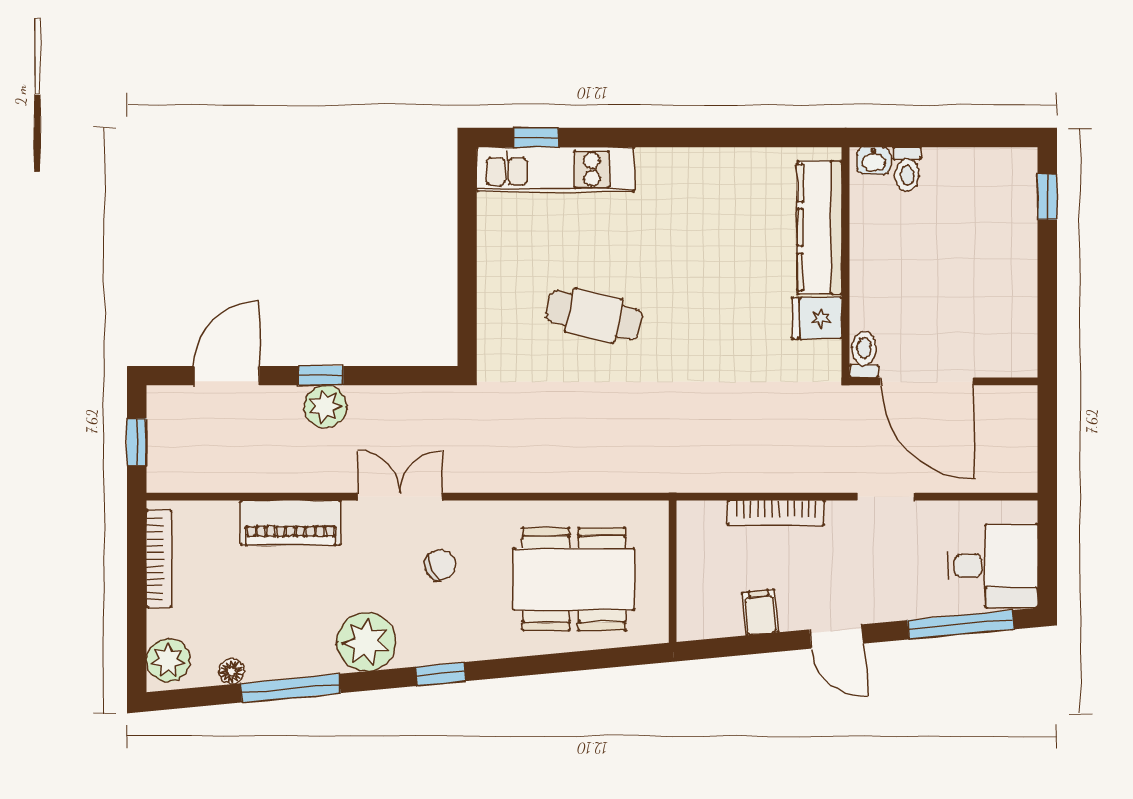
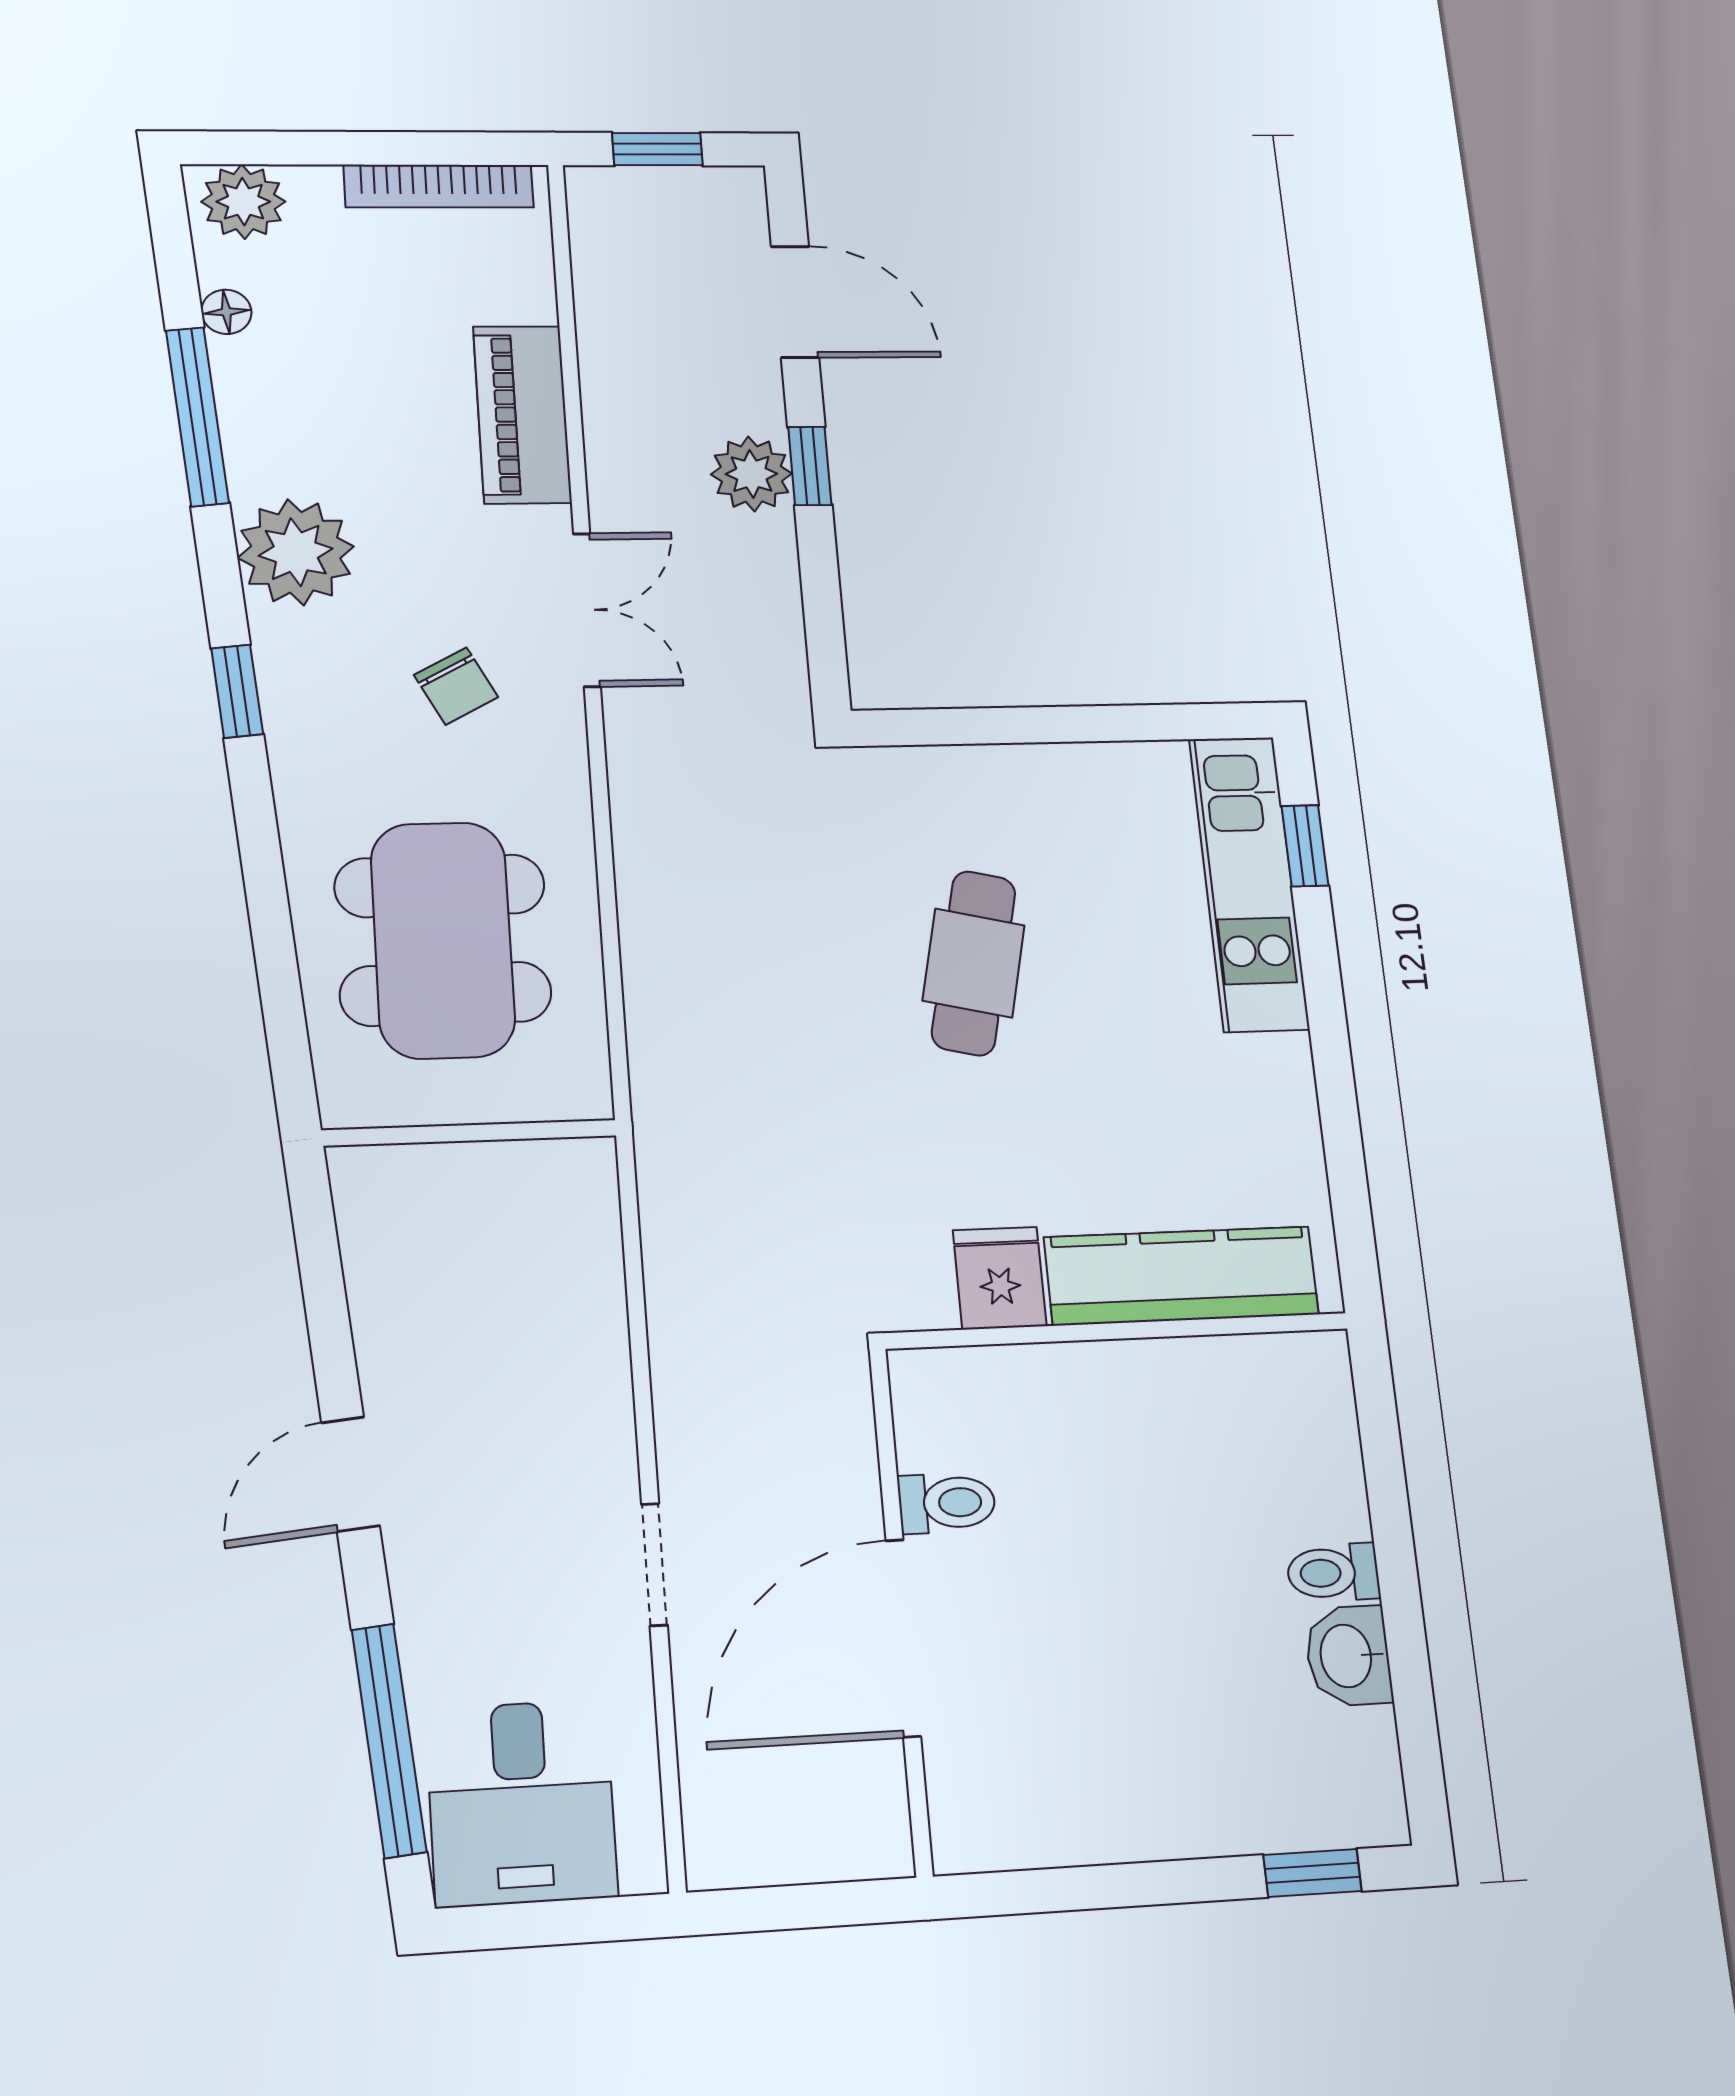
washbasin: (873, 161) -> (1348, 1656), moved, width x1.38, depth x1.45
kitchen counter: (819, 227) -> (1181, 1276), moved
wall: (846, 262) -> (1118, 1331), moved
fridge: (817, 318) -> (1000, 1278), moved
bookcase: (776, 513) -> (604, 1337), removed
filing cabinet: (760, 612) -> (394, 1313), removed

